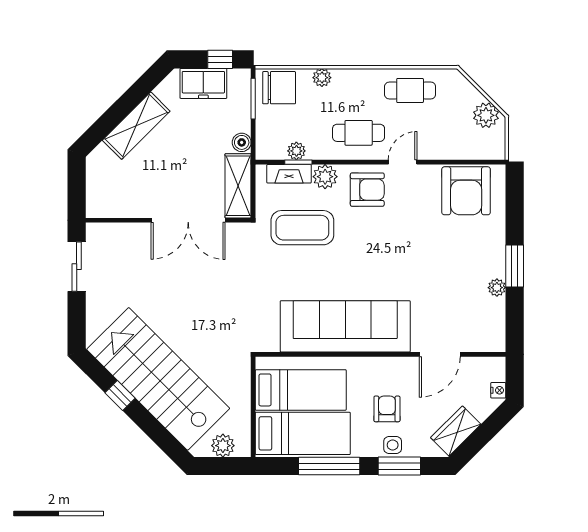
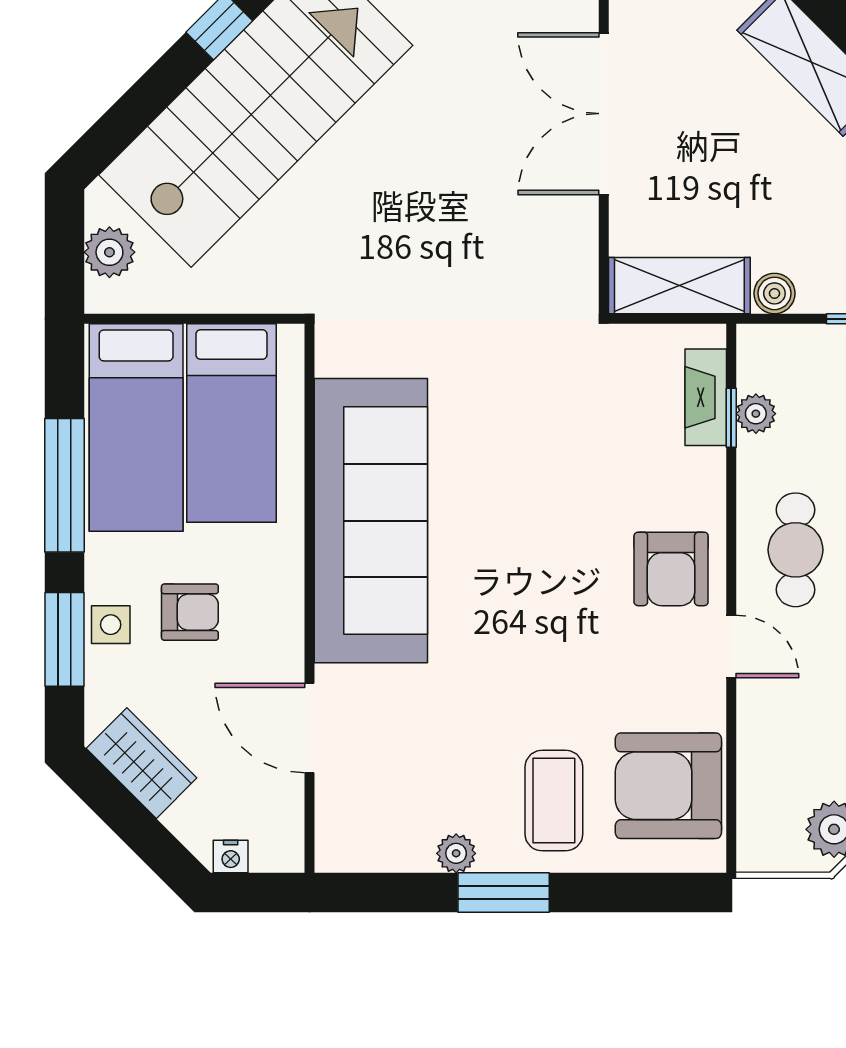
plant: (325, 177) -> (699, 476), removed
double door: (188, 220) -> (604, 114), moved
coffee table: (302, 228) -> (554, 801), moved, width x0.73, depth x0.76

